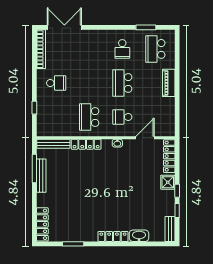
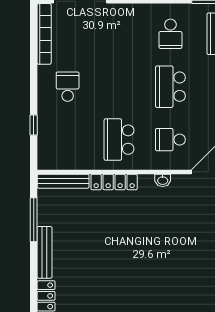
school desk: (56, 83) -> (68, 87), turned -90
bench: (41, 176) -> (44, 252), moved

